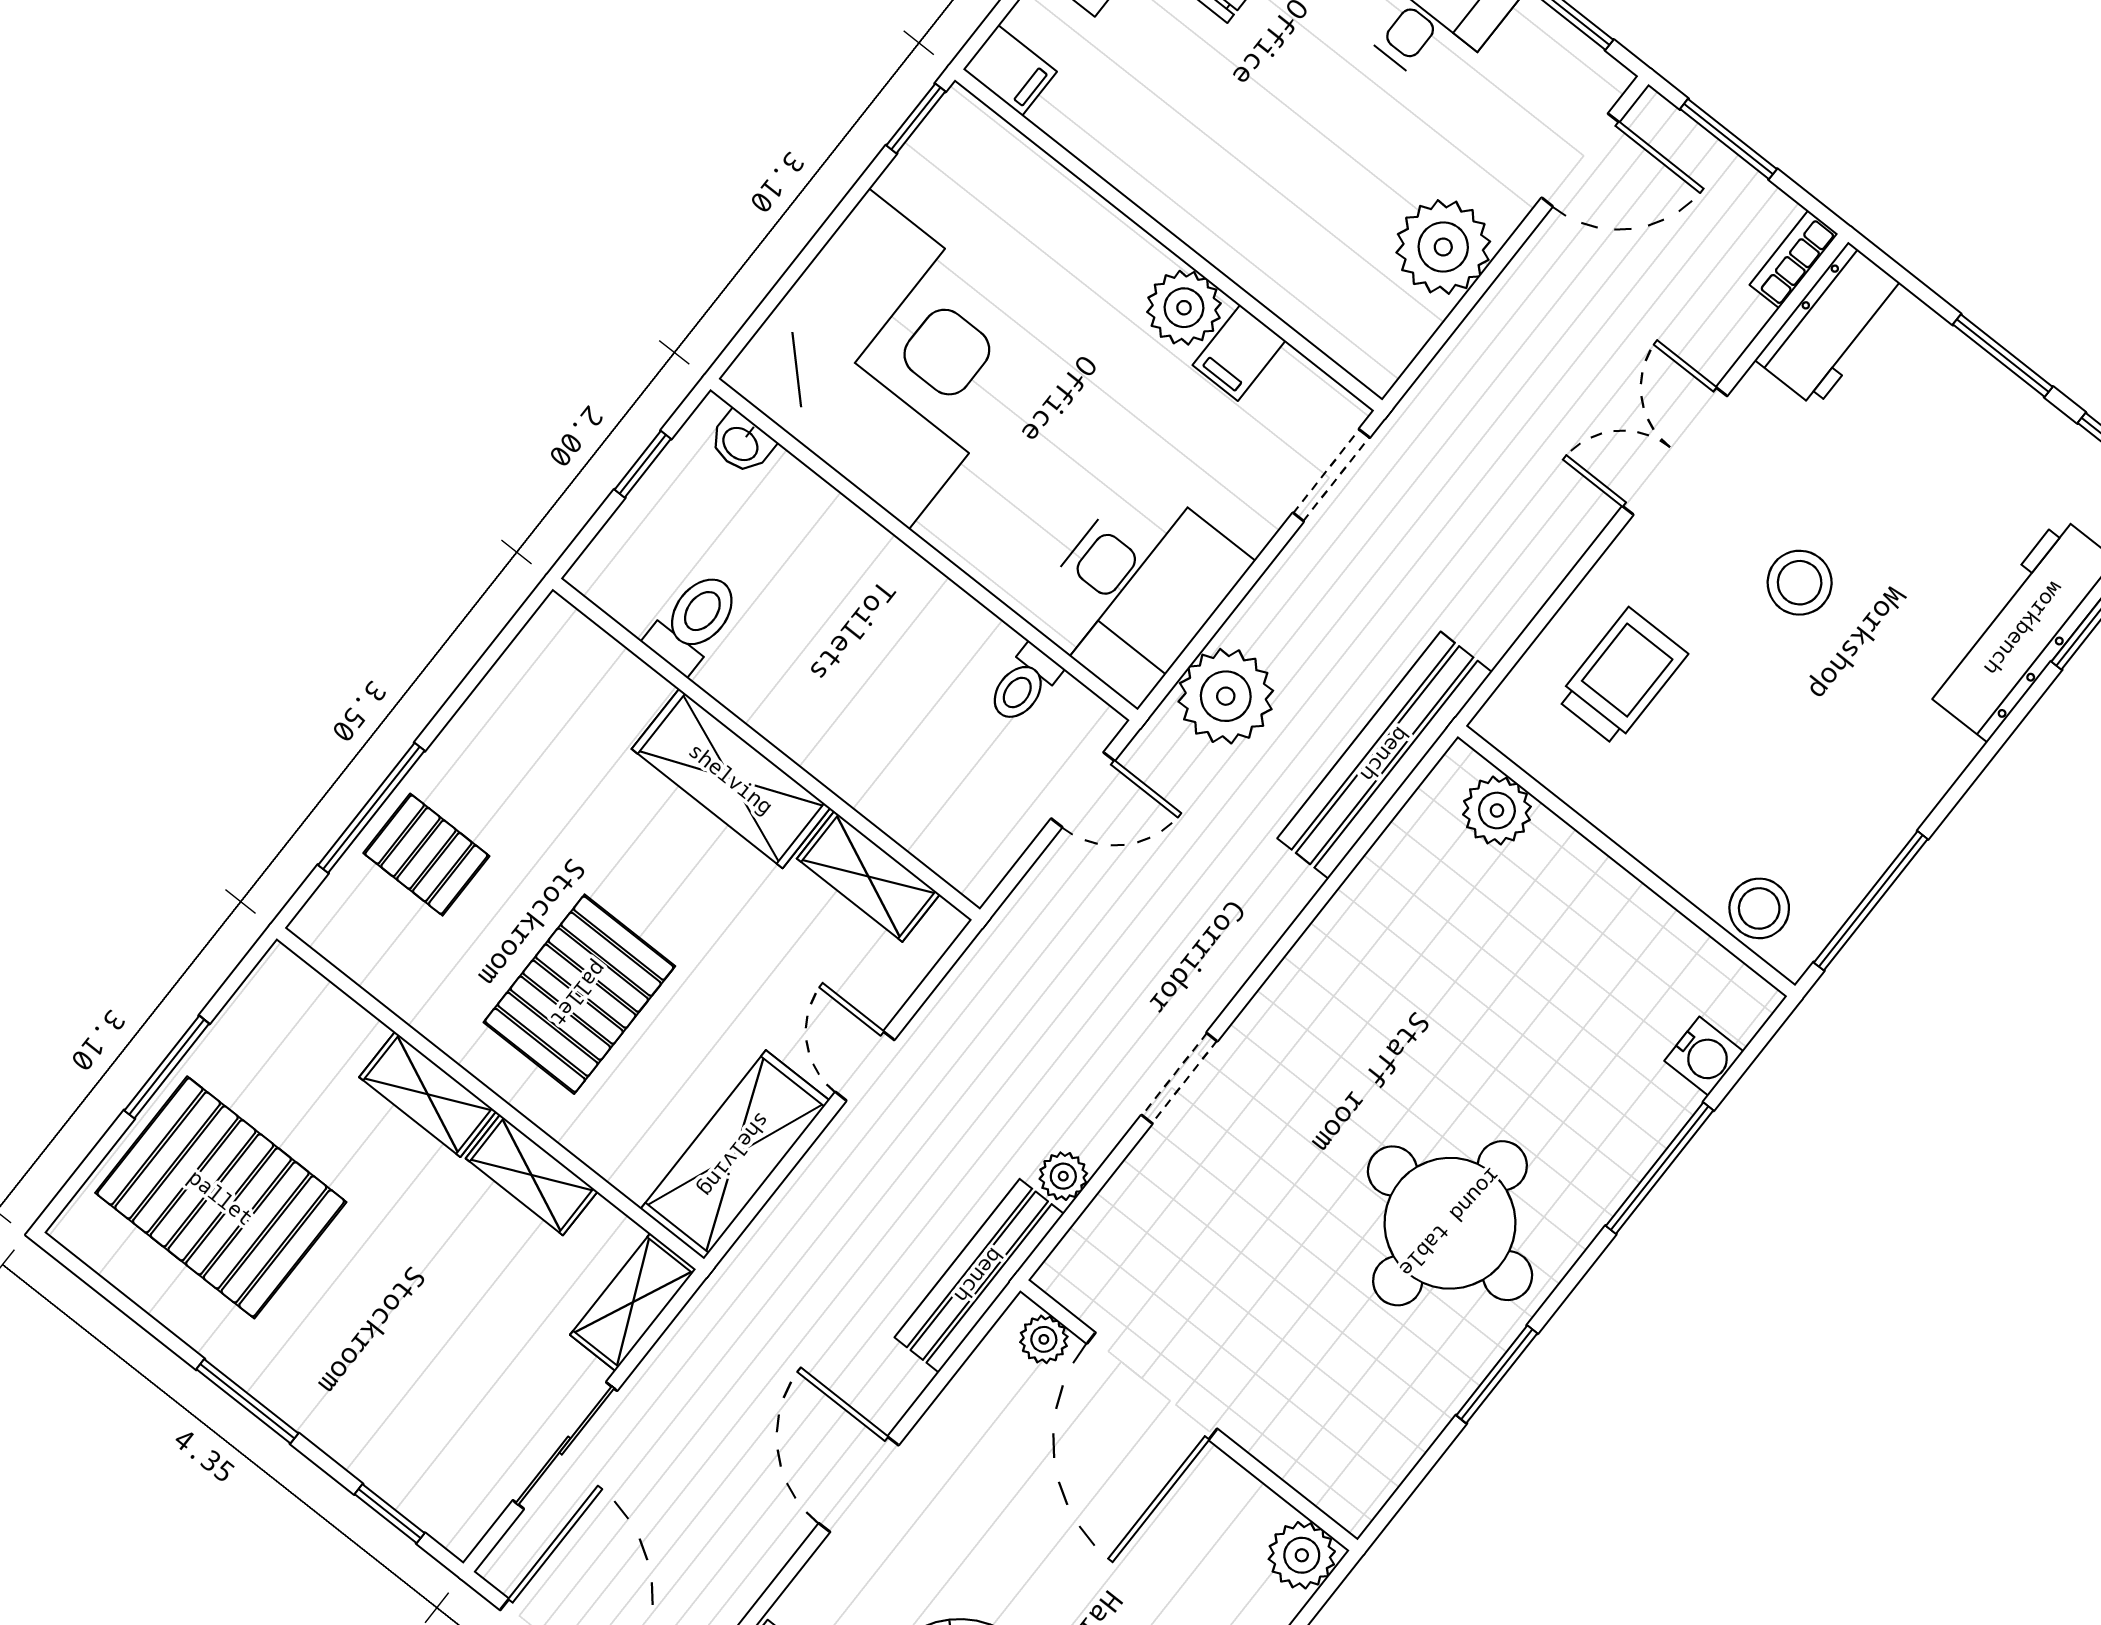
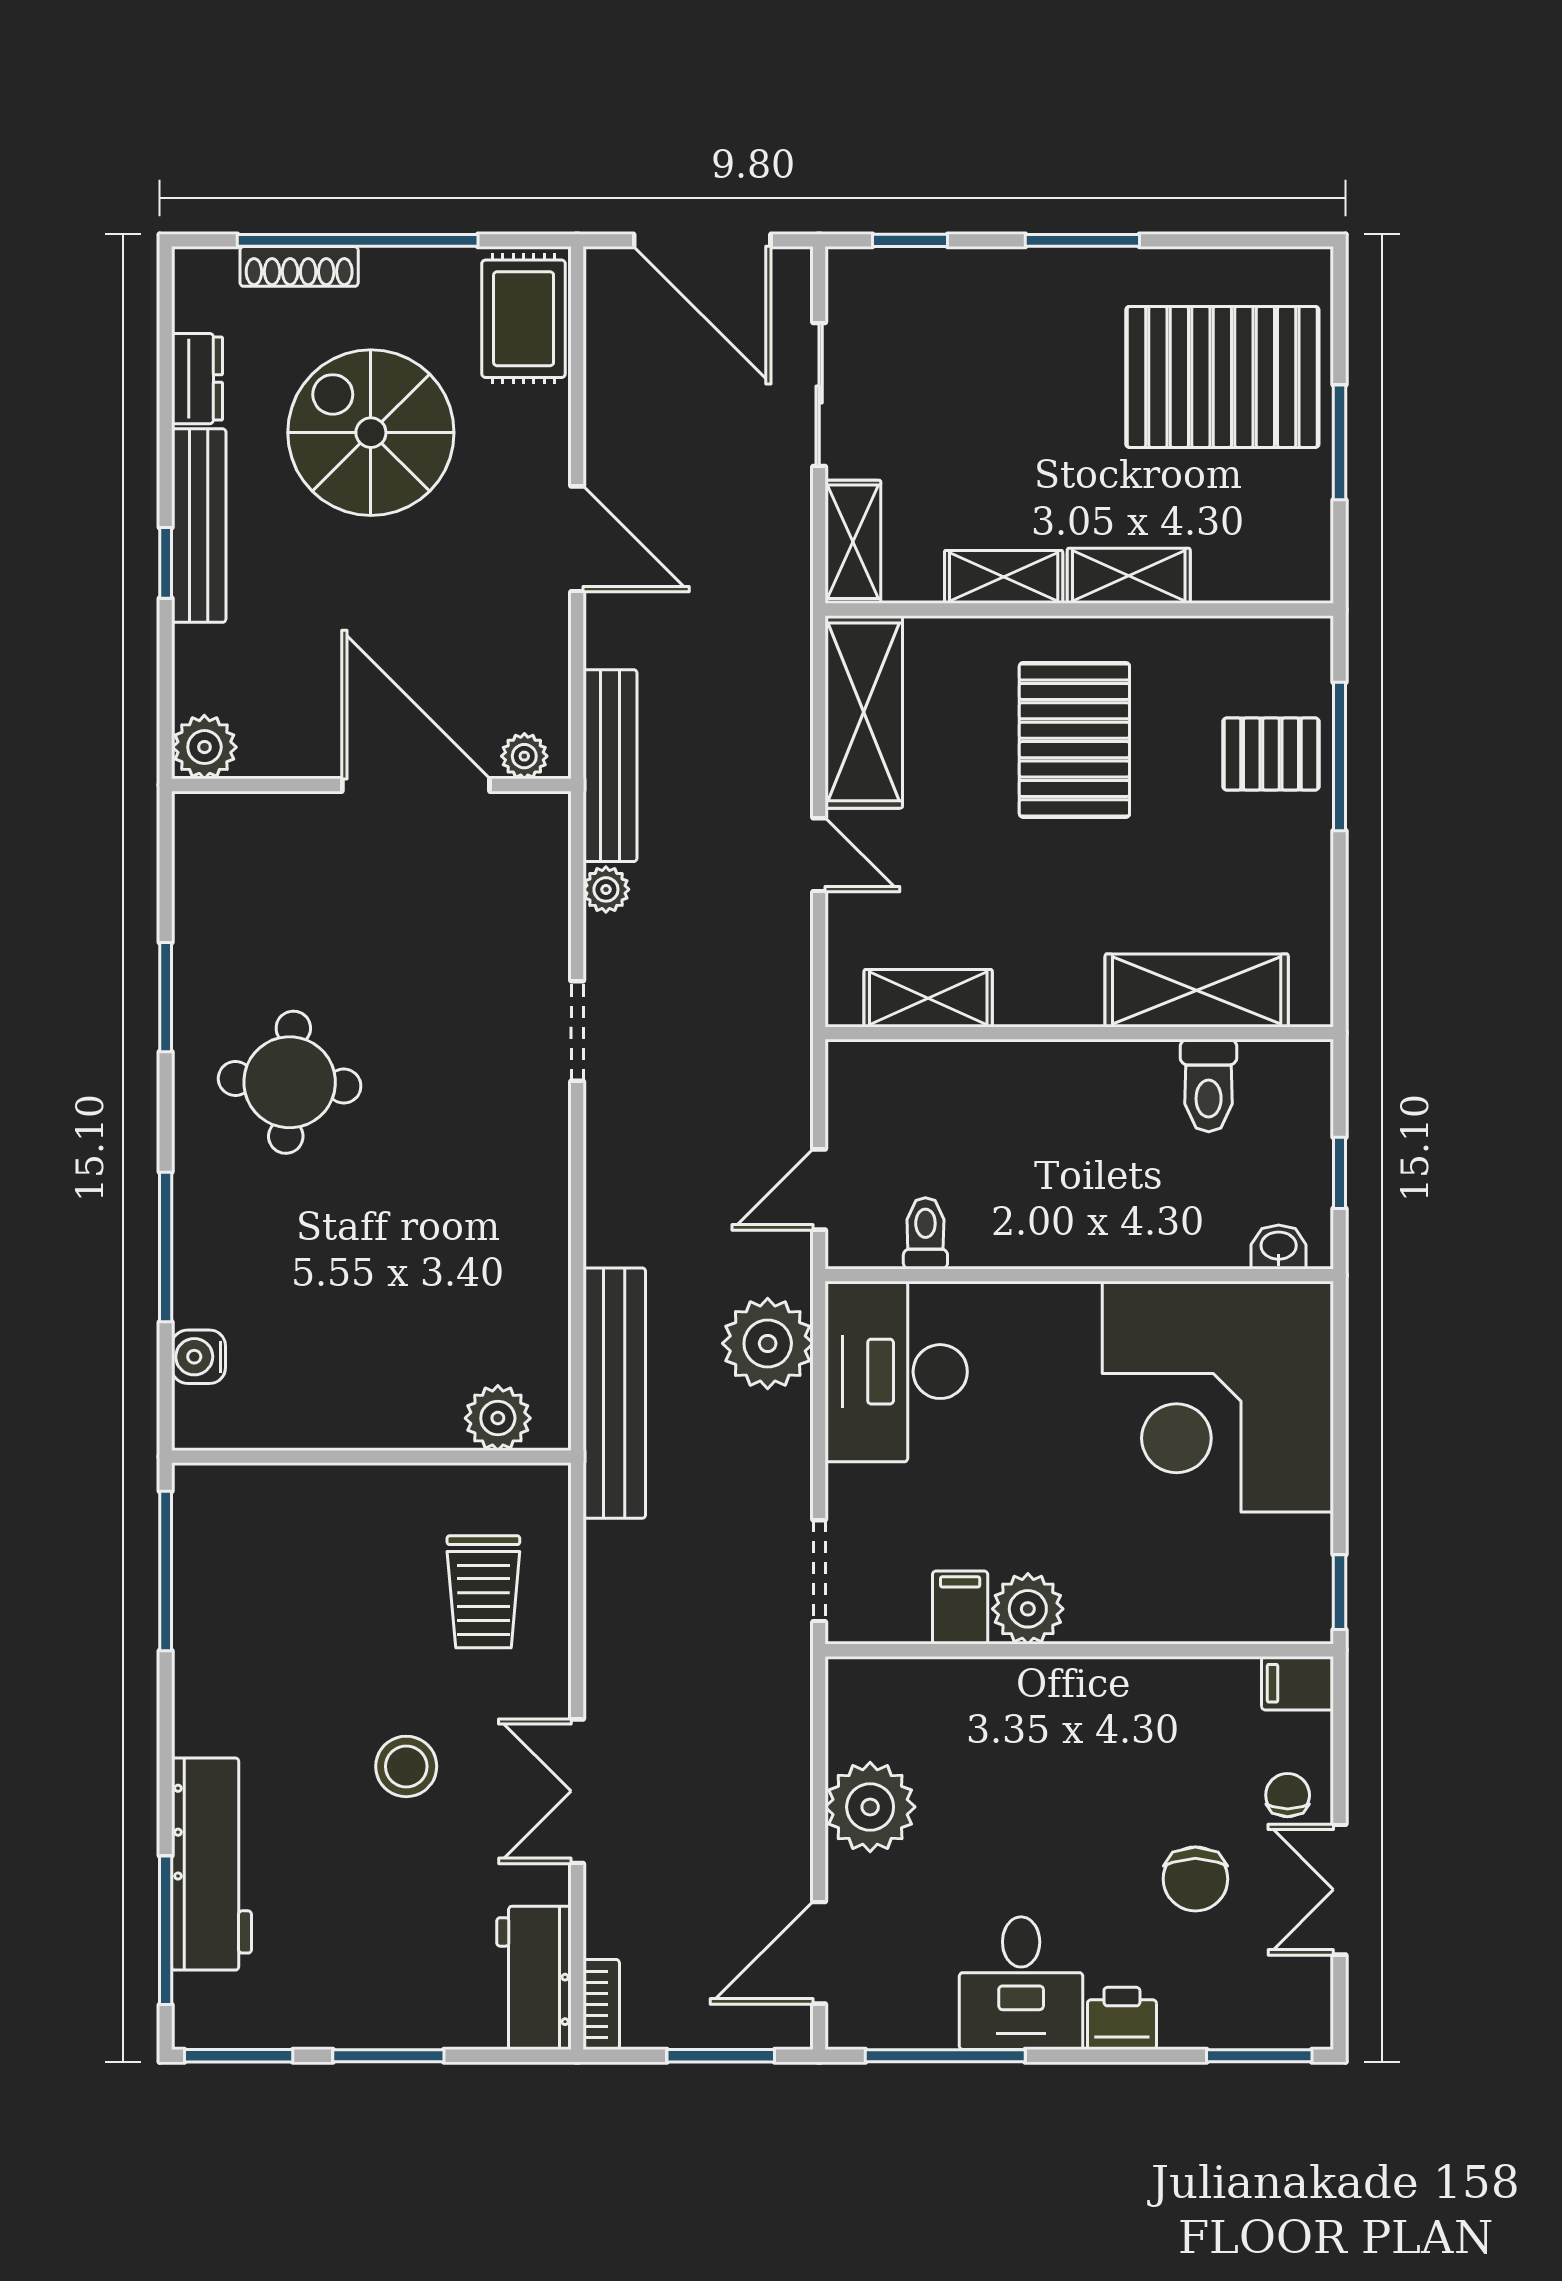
double door: (1675, 451) -> (577, 1791), swing flipped
shelving: (731, 778) -> (1197, 990), moved
stool: (1759, 908) -> (244, 1500), removed
round table: (1450, 1223) -> (290, 1082), width x0.73, depth x0.73

